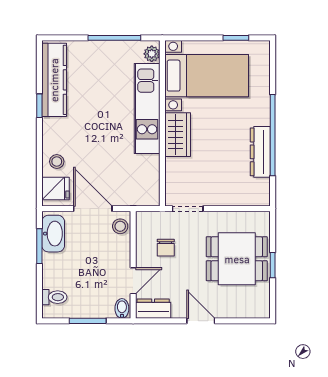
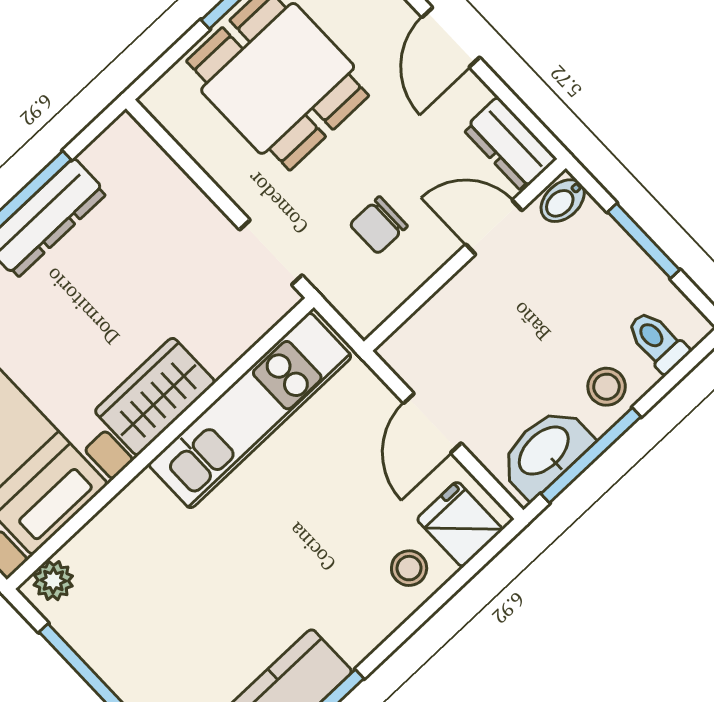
kitchen unit: (147, 109) -> (250, 410), moved
door: (93, 209) -> (432, 423), width x0.73
stool: (120, 226) -> (607, 387), moved
window: (39, 246) -> (591, 455), width x1.44
chair: (166, 248) -> (379, 225), turned 180

